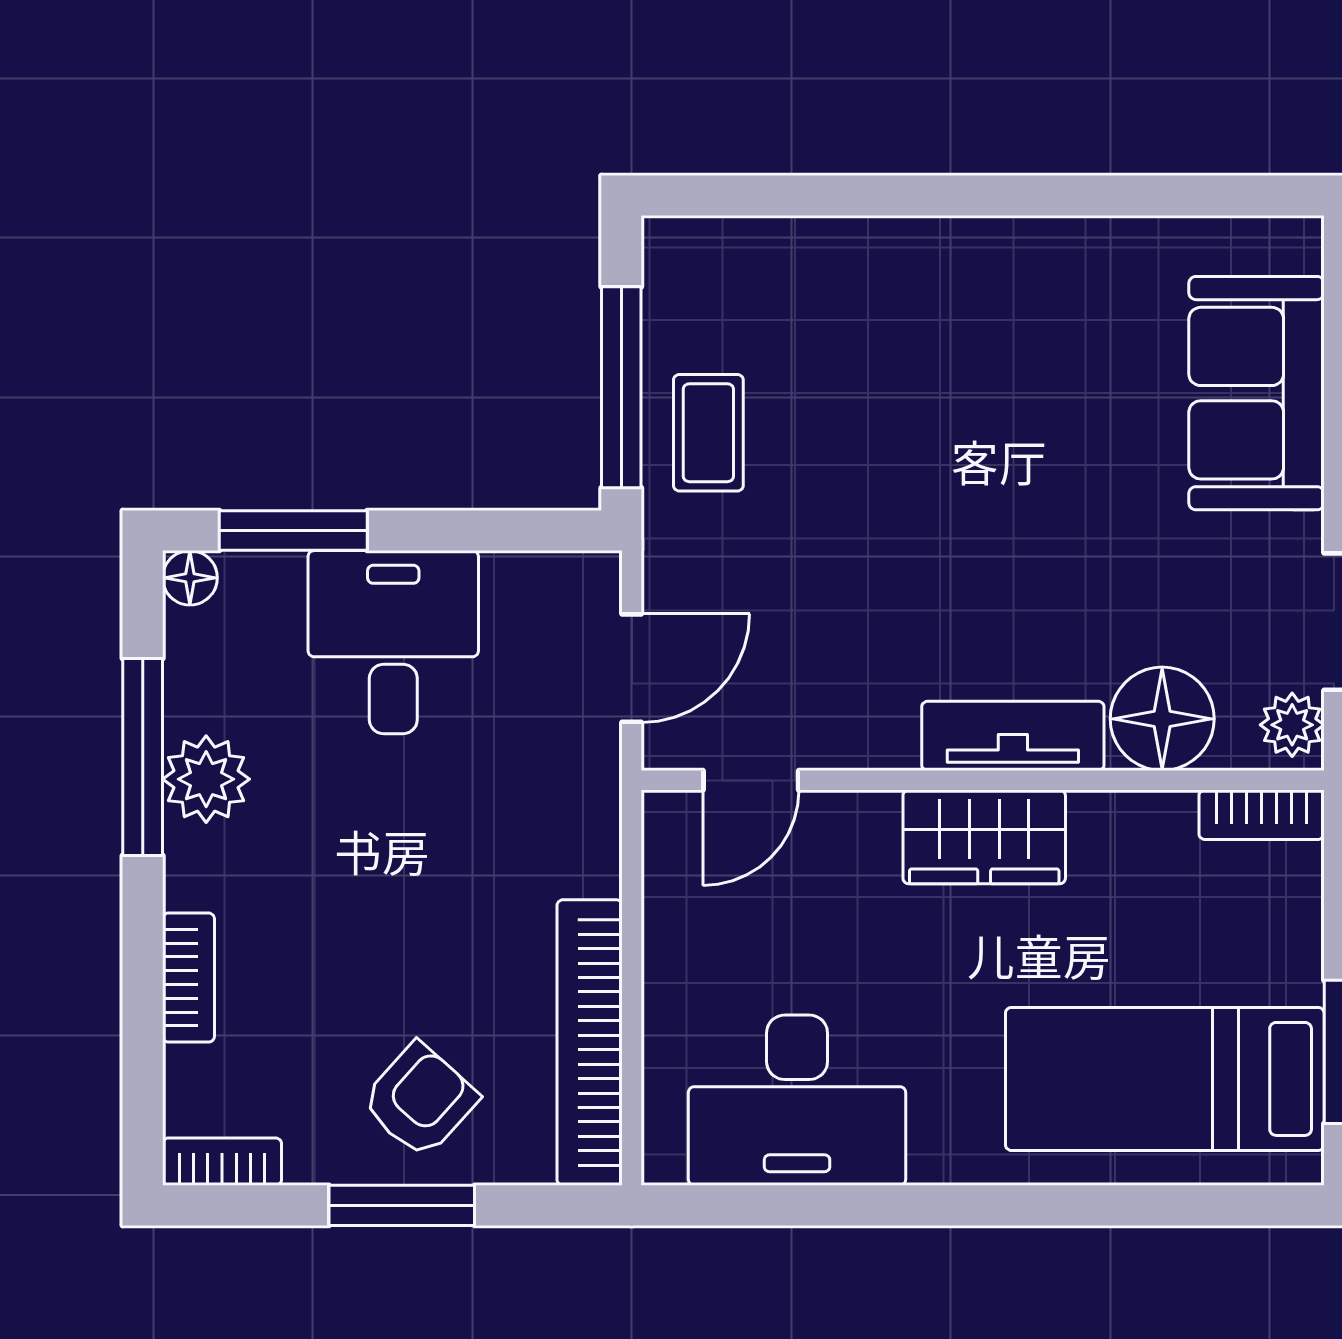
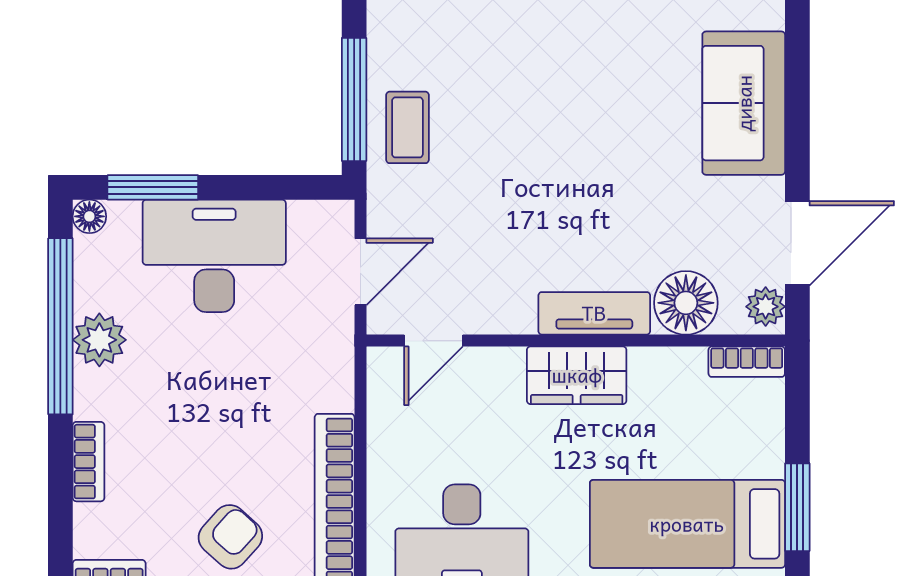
desk: (393, 642) -> (214, 256), width x1.37
window: (143, 757) -> (60, 326), width x1.46

